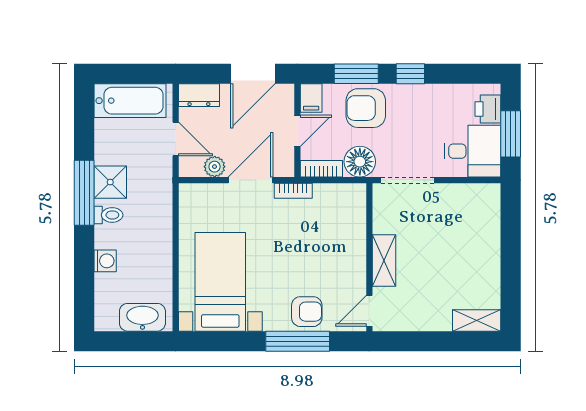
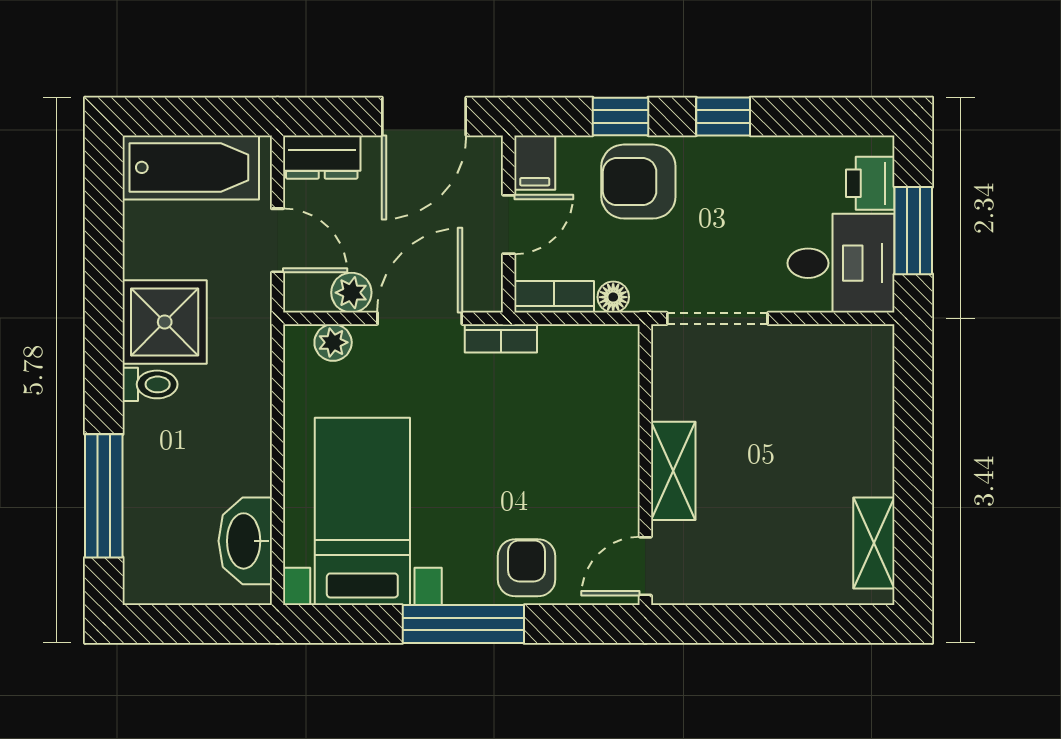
window: (356, 74) -> (620, 116), width x0.67
floor lamp: (360, 162) -> (613, 297), width x0.53, depth x0.53
shower: (110, 182) -> (165, 322), width x1.36, depth x1.36
window: (84, 193) -> (104, 496), moved
plant: (205, 193) -> (333, 342), added
washing machine: (105, 261) -> (144, 472), removed
armchair: (307, 312) -> (527, 568), turned -90
washbasin: (142, 317) -> (245, 541), moved, turned -90
shelving: (477, 320) -> (874, 543), moved, turned 90
window: (298, 341) -> (463, 624), moved

